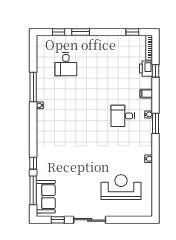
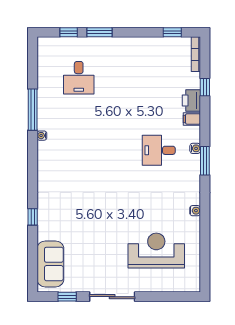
printer: (146, 69) -> (191, 100), moved
window: (33, 190) -> (33, 255), removed

